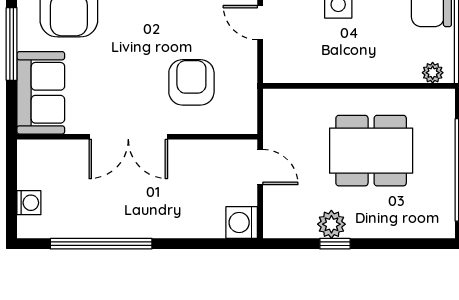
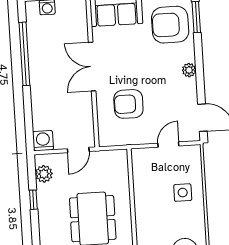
armchair: (191, 82) -> (128, 104), turned 180
plant: (331, 224) -> (44, 174), moved

